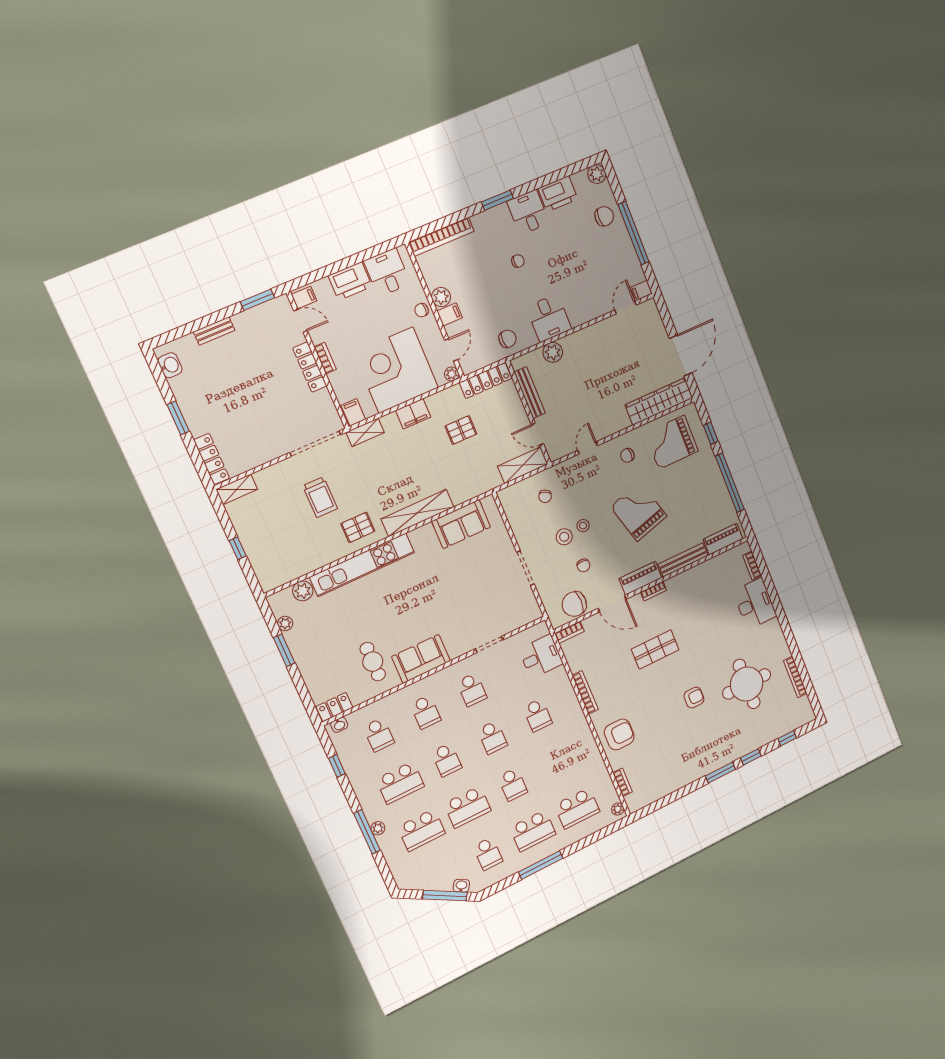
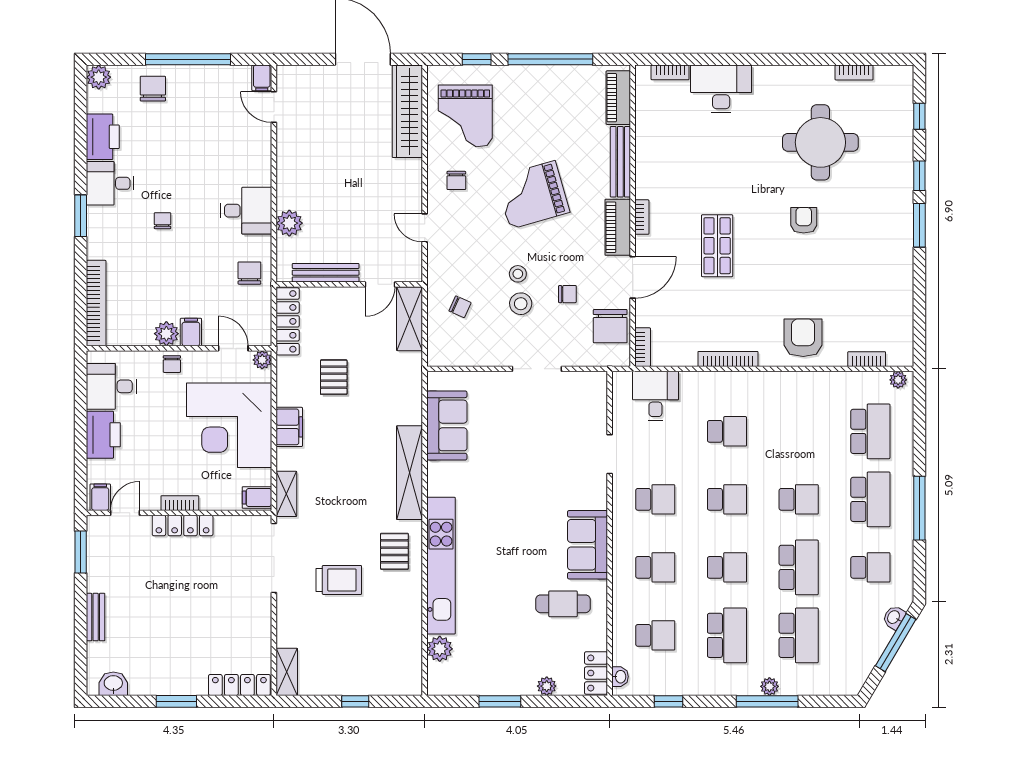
plant: (285, 623) -> (547, 686), moved
bookcase: (795, 677) -> (854, 72), width x0.64

